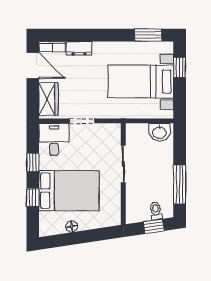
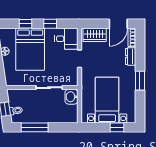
window: (148, 35) -> (140, 81), moved
washbasin: (159, 132) -> (71, 97), moved

